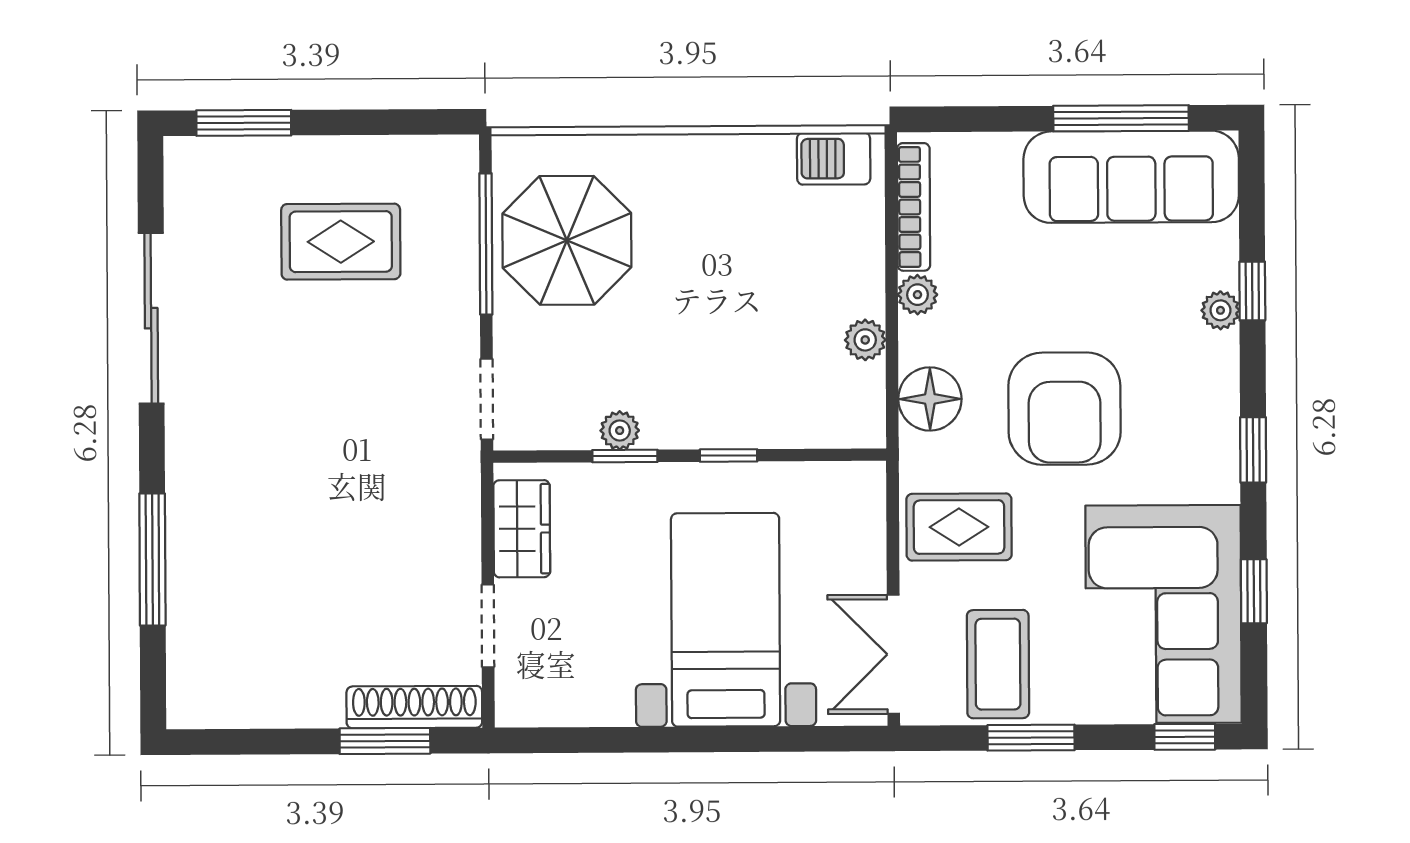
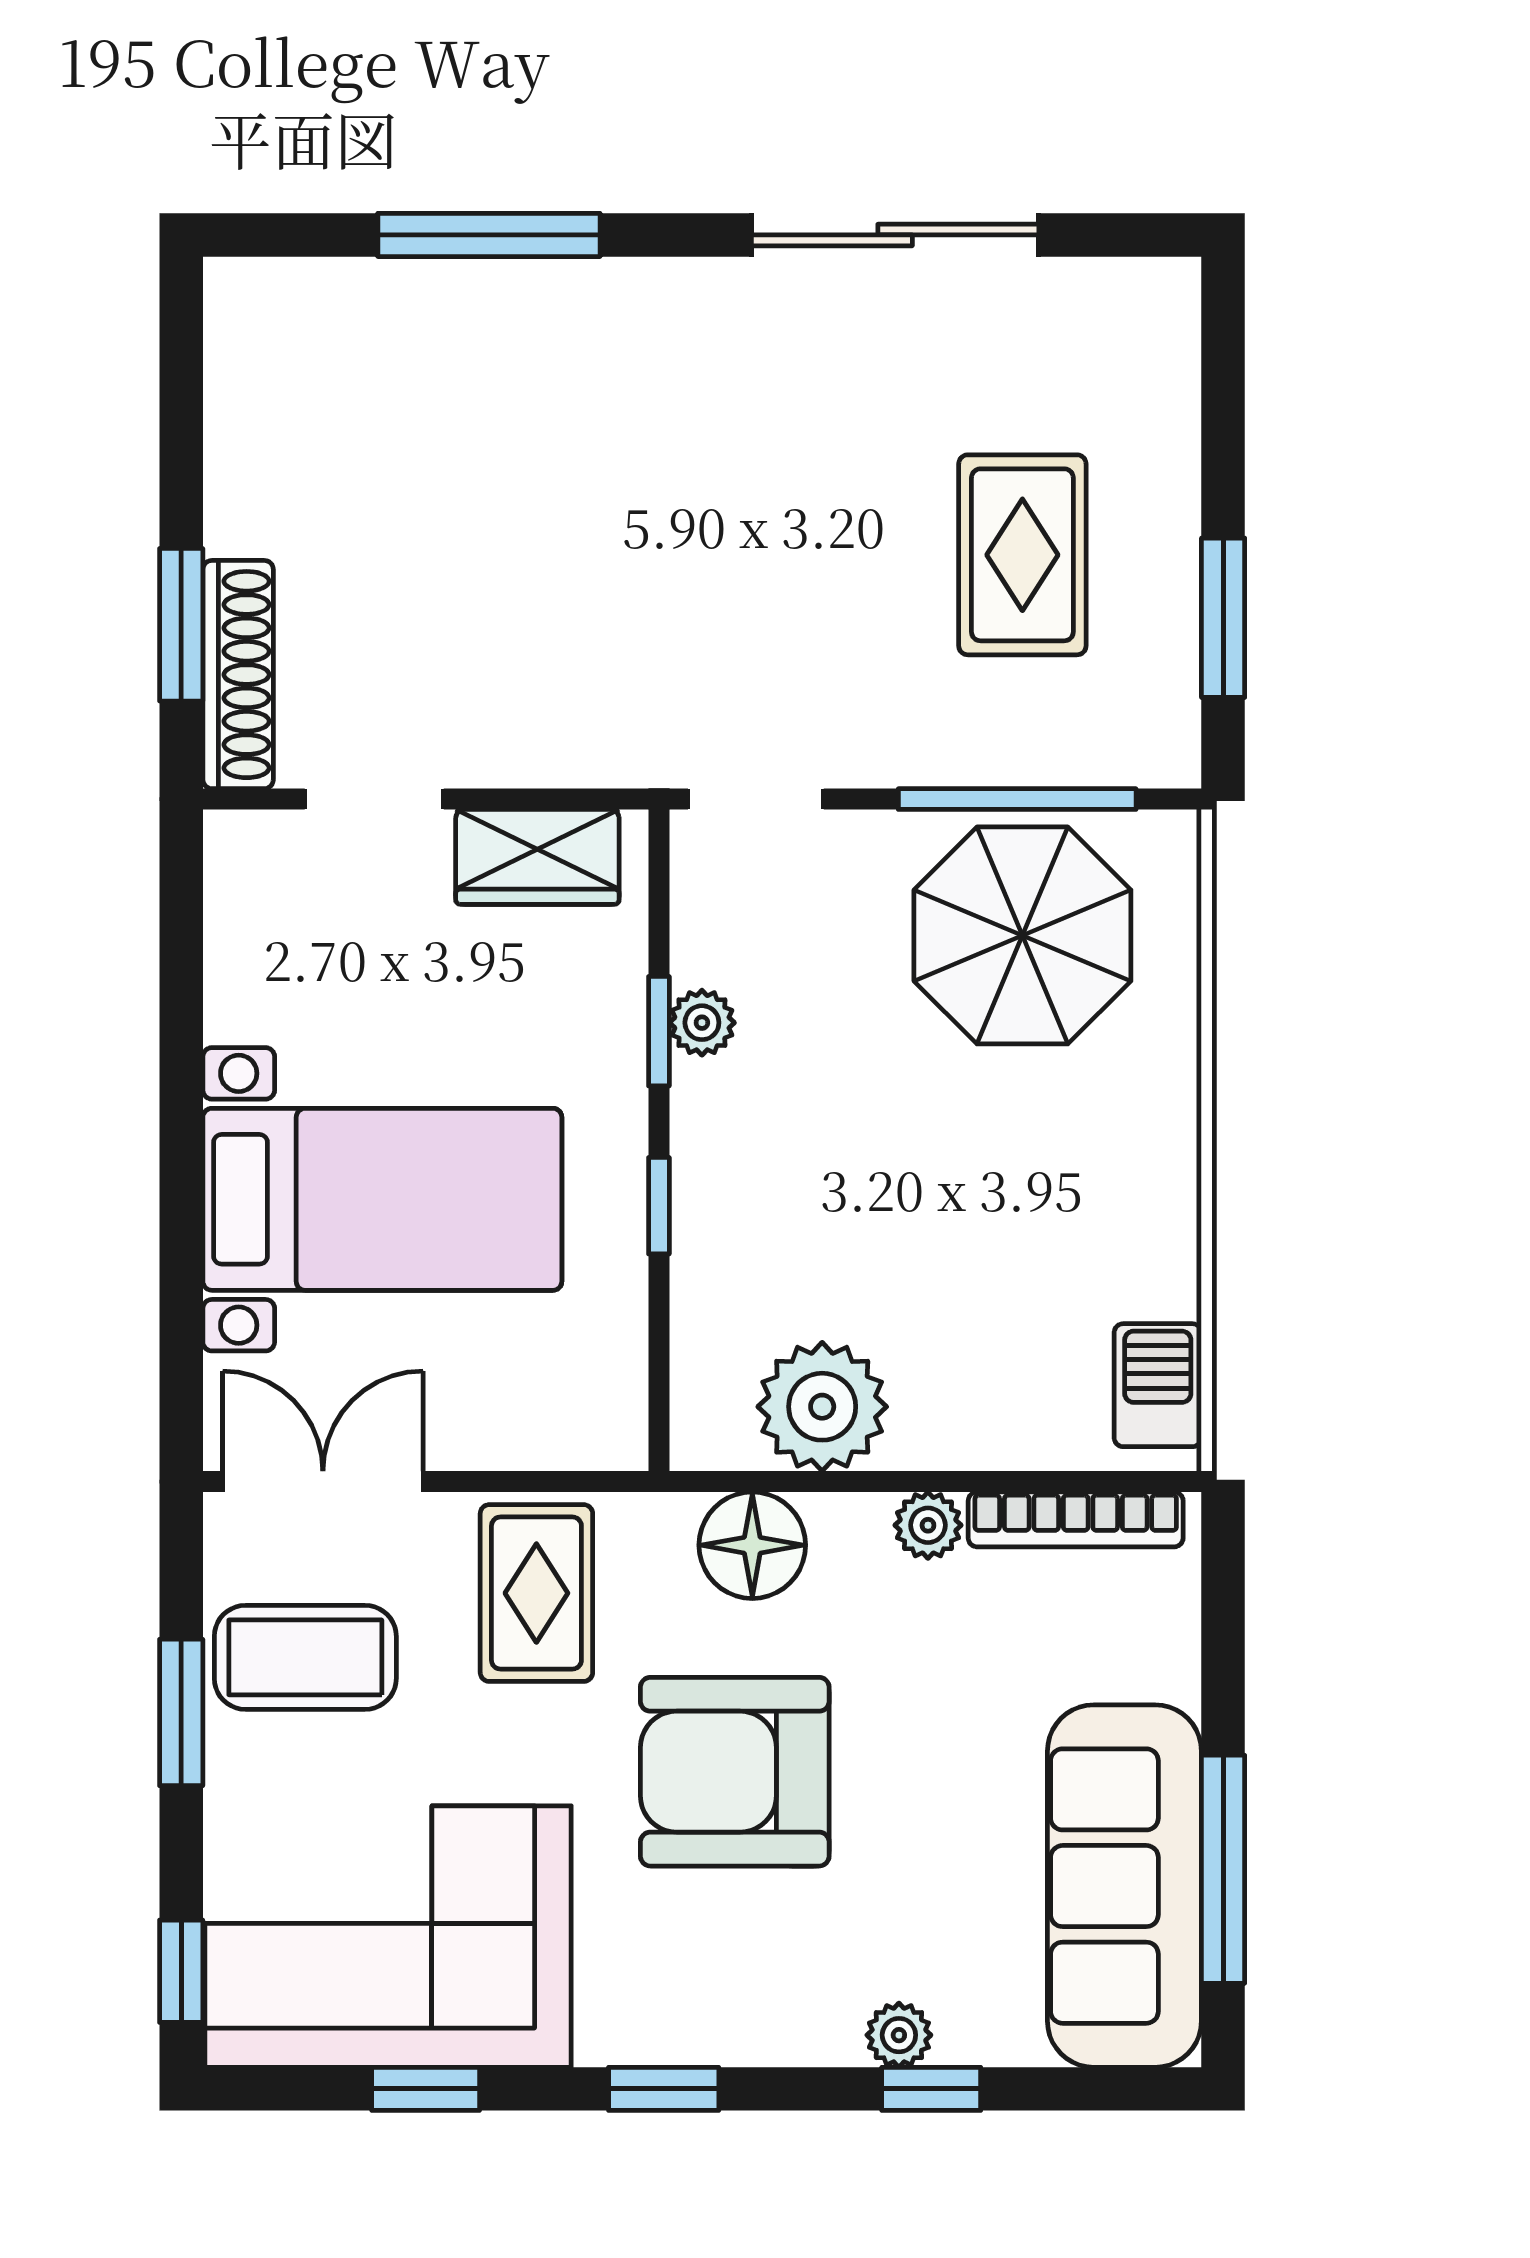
window: (244, 123) -> (1223, 618), moved
plant: (865, 340) -> (822, 1407), width x1.88, depth x1.88

